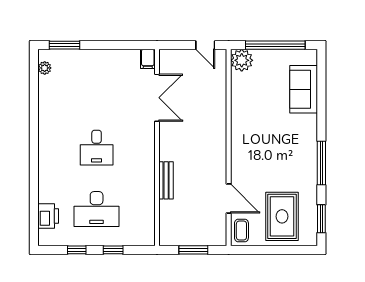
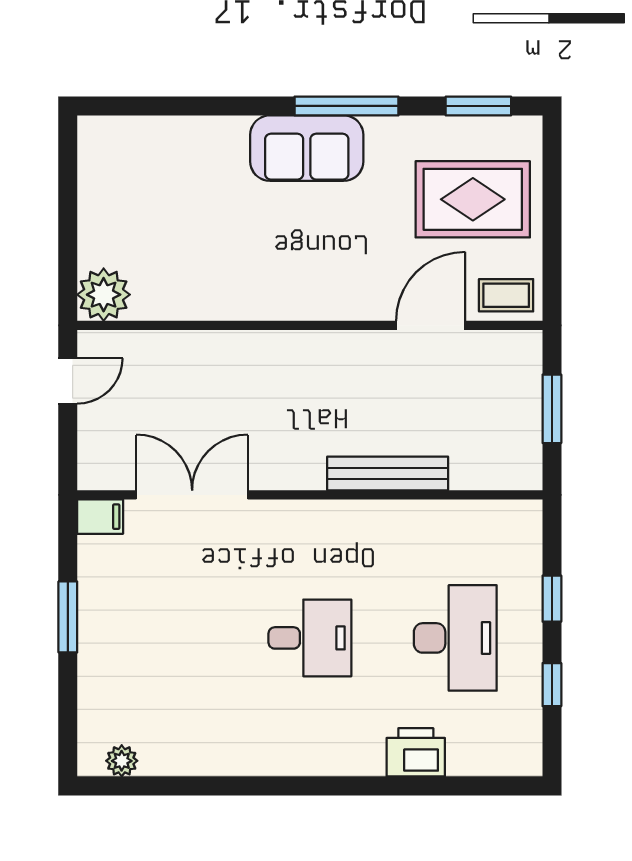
window: (64, 45) -> (68, 617), moved
window: (275, 45) -> (68, 215), removed
sofa: (304, 89) -> (307, 148), moved
bench: (166, 180) -> (388, 473), width x1.36
printer: (48, 216) -> (416, 752), moved

